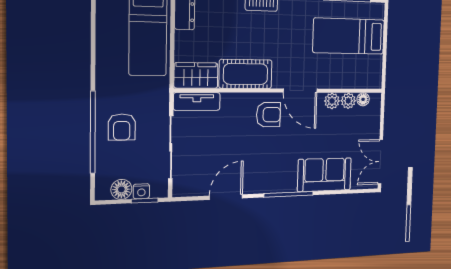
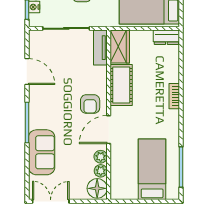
floor lamp: (363, 99) -> (97, 188), width x1.89, depth x1.89

